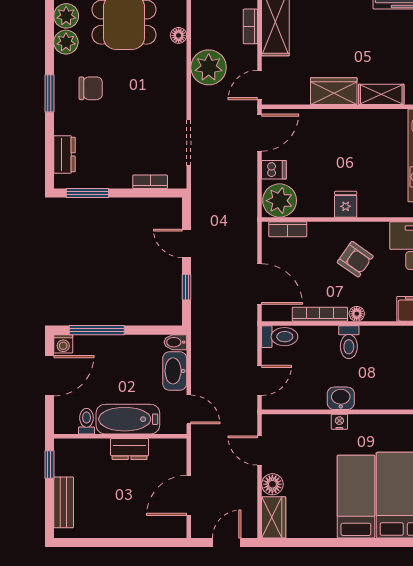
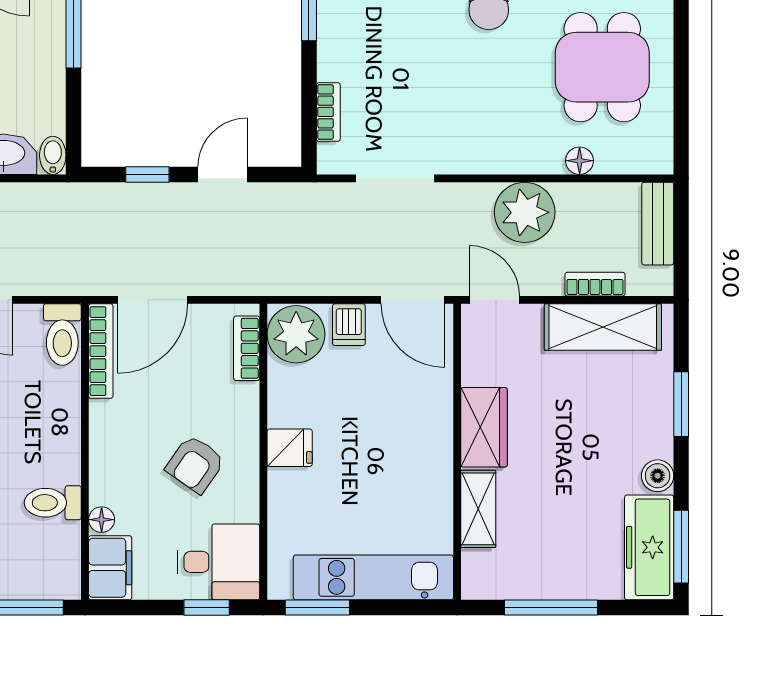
bookcase: (320, 314) -> (101, 351), moved
floor lamp: (357, 314) -> (102, 520), moved
toilet: (349, 342) -> (53, 503), moved

